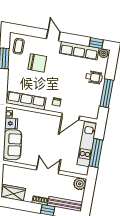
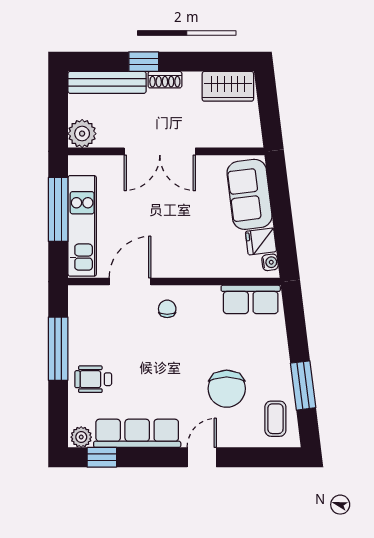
door: (53, 35) -> (202, 457), swing flipped
chair: (37, 63) -> (227, 389), turned -90
row of seats: (26, 101) -> (251, 299), width x0.68
double door: (48, 170) -> (160, 151), width x1.37

